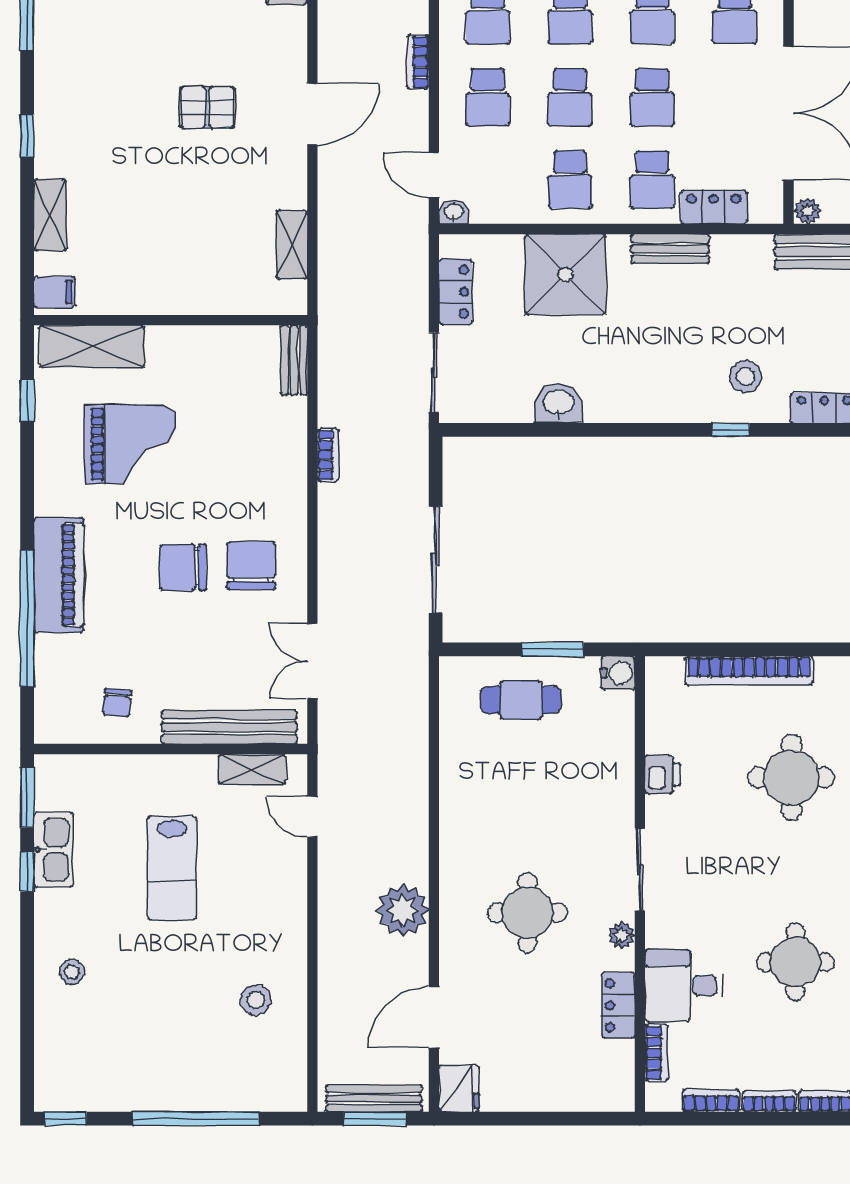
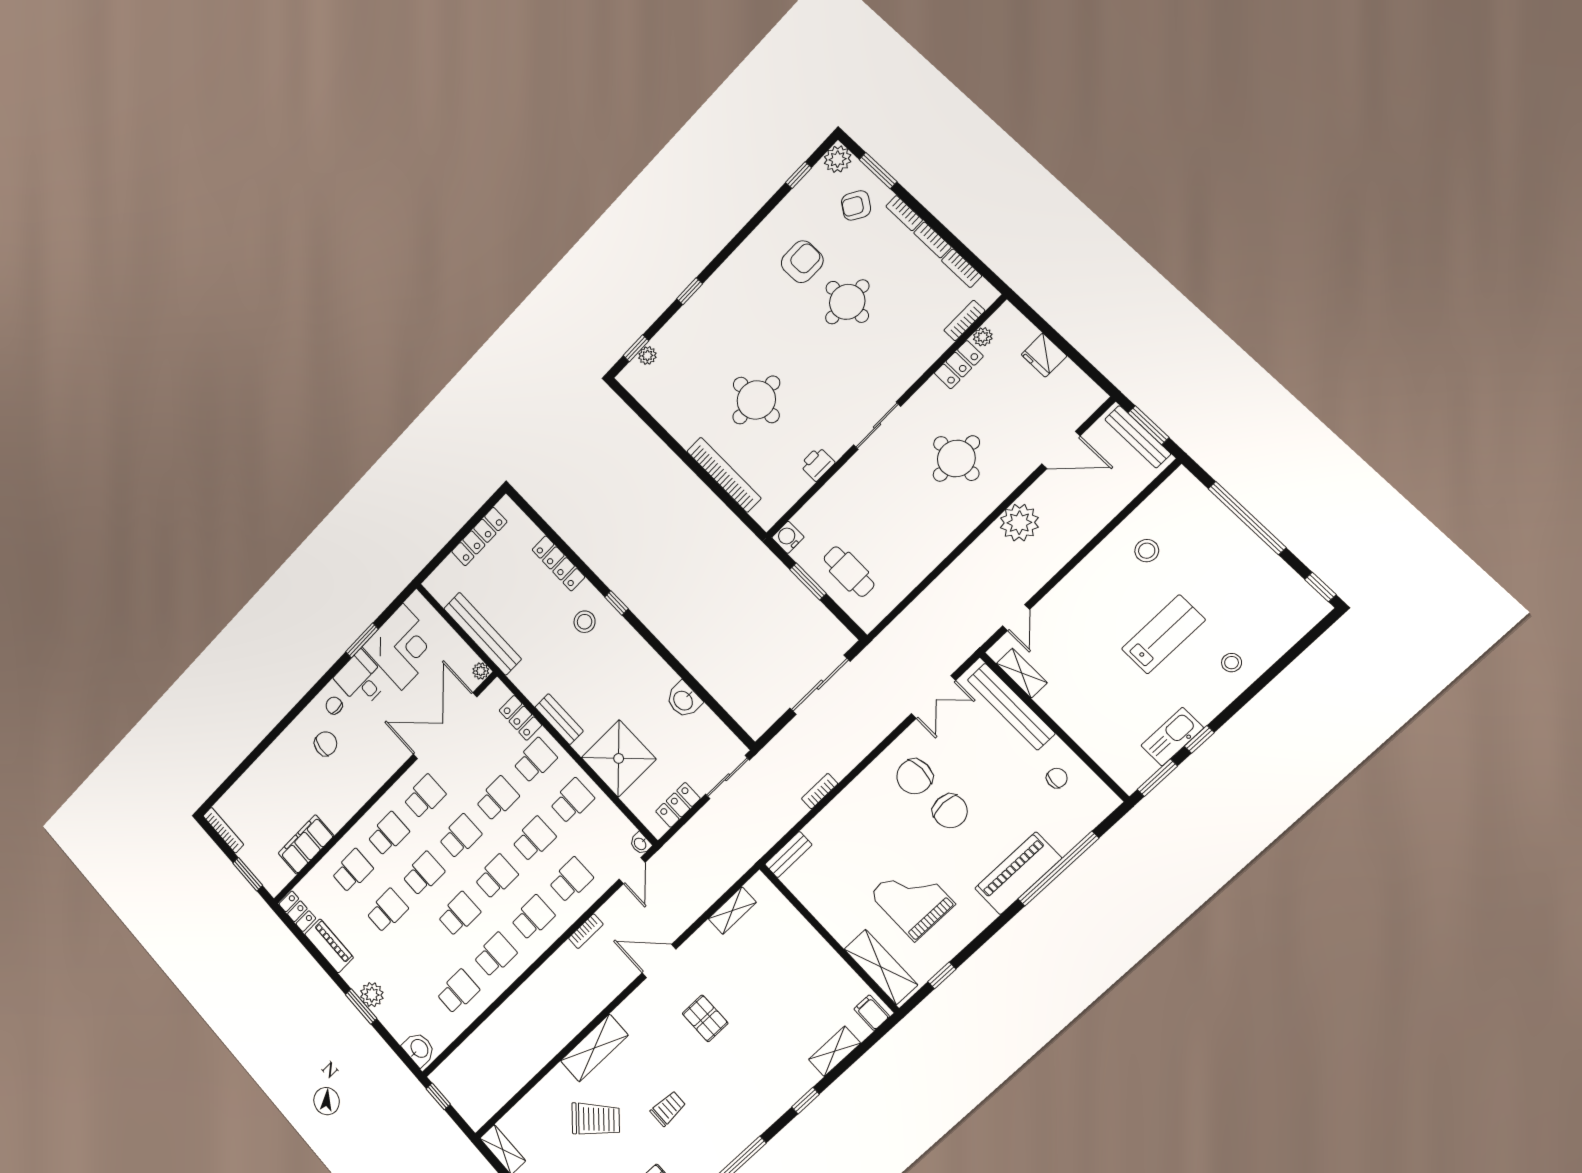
lab bench: (172, 868) -> (1163, 634), moved
plant: (622, 935) -> (983, 337), moved
desk: (684, 986) -> (915, 343), removed
fridge: (459, 1089) -> (1044, 355), moved, turned -90

